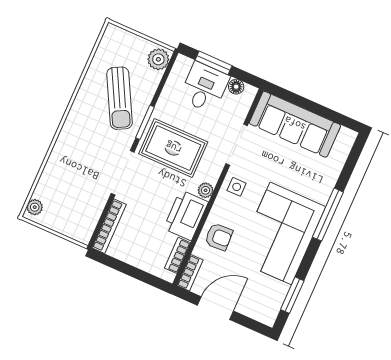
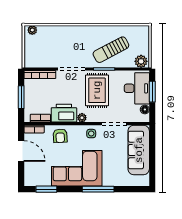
desk: (204, 87) -> (137, 88), width x1.37
window: (131, 271) -> (21, 97), added

